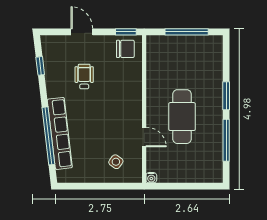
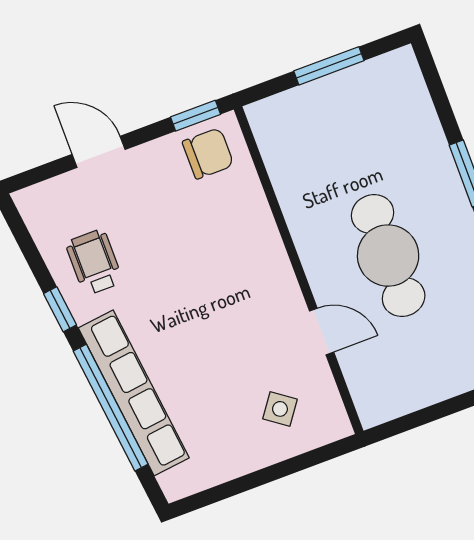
window: (187, 32) -> (329, 66), width x0.69
window: (40, 66) -> (60, 309), moved
wheelchair: (84, 77) -> (94, 262), moved
water cooler: (151, 178) -> (371, 415), removed

